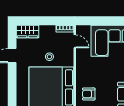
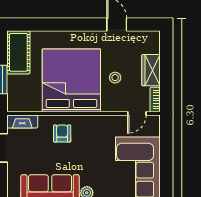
wardrobe: (28, 31) -> (151, 70), moved

